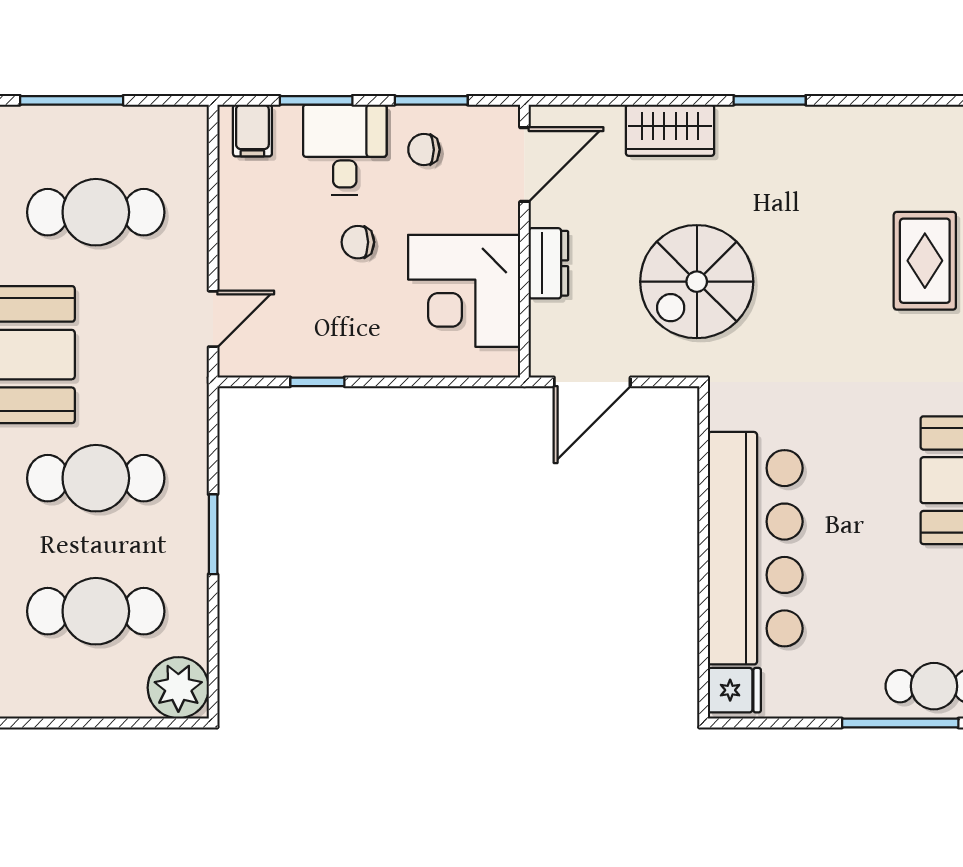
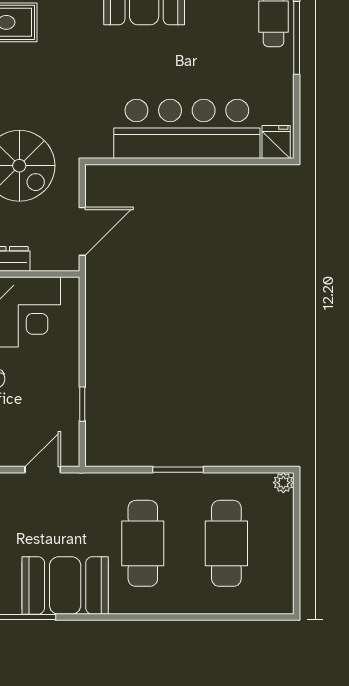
door: (213, 319) -> (43, 470), hinge flipped
door: (592, 382) -> (82, 231), hinge flipped
plant: (178, 688) -> (283, 483), width x0.53, depth x0.53

